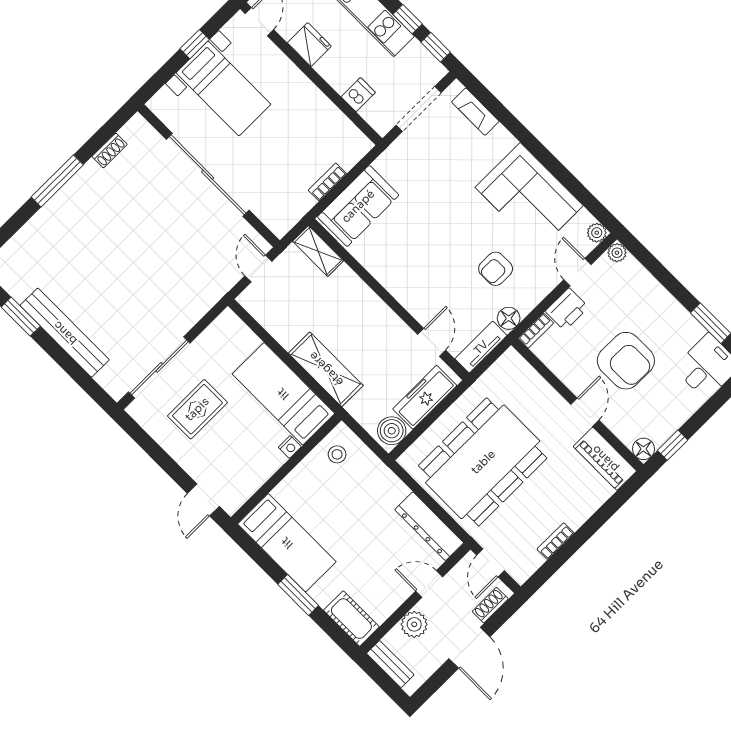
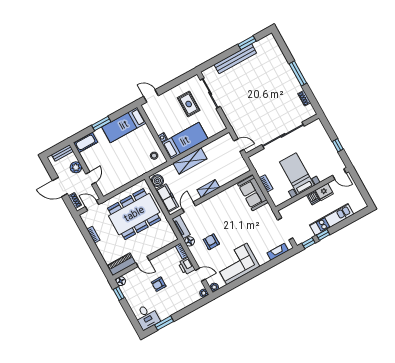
bed with nightstands: (223, 89) -> (297, 174), moved, turned 90
dishwasher: (358, 95) -> (313, 198), moved
shelving: (318, 251) -> (208, 189), moved
door: (432, 342) -> (189, 207), swing flipped
armchair: (626, 361) -> (159, 284), width x0.53, depth x0.53
dining table: (483, 462) -> (134, 214), turned 90
dresser: (429, 526) -> (114, 185), removed

